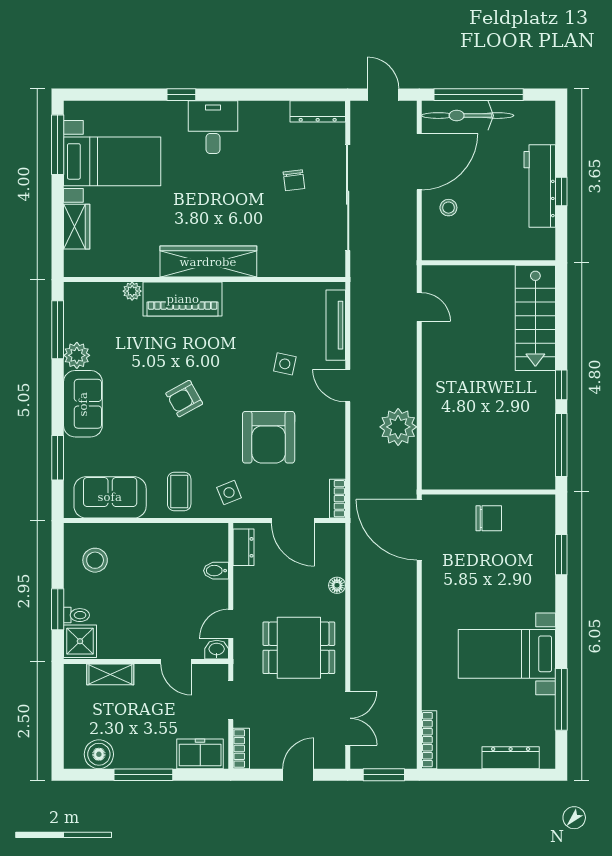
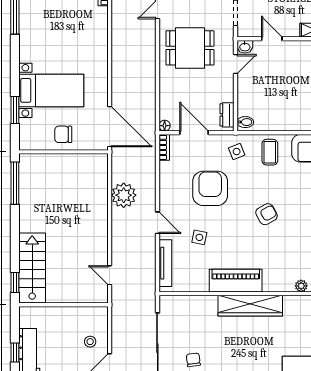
piano: (183, 299) -> (236, 281), moved
window: (561, 385) -> (15, 283), moved
bidet: (216, 571) -> (245, 122), moved
floor lamp: (337, 585) -> (165, 126), moved
bed with nightstands: (507, 654) -> (51, 90), moved

